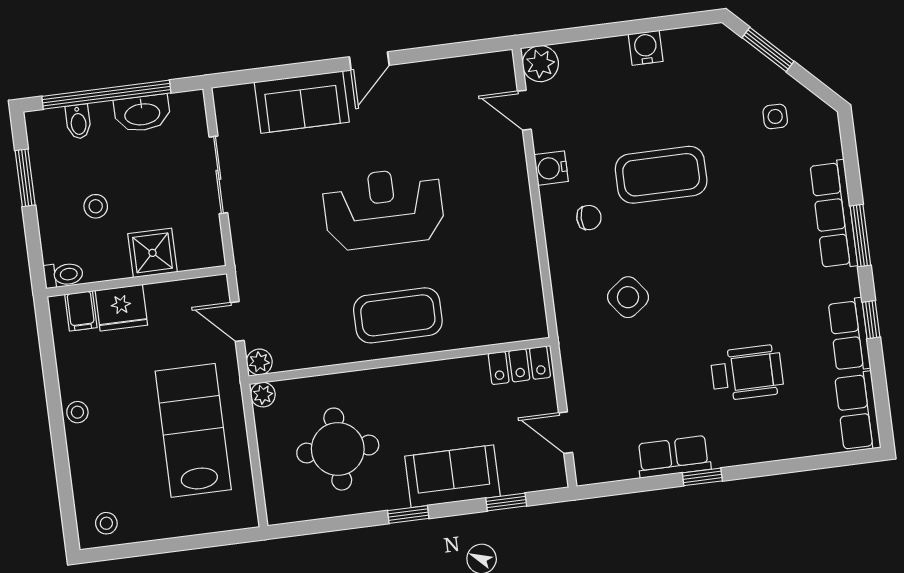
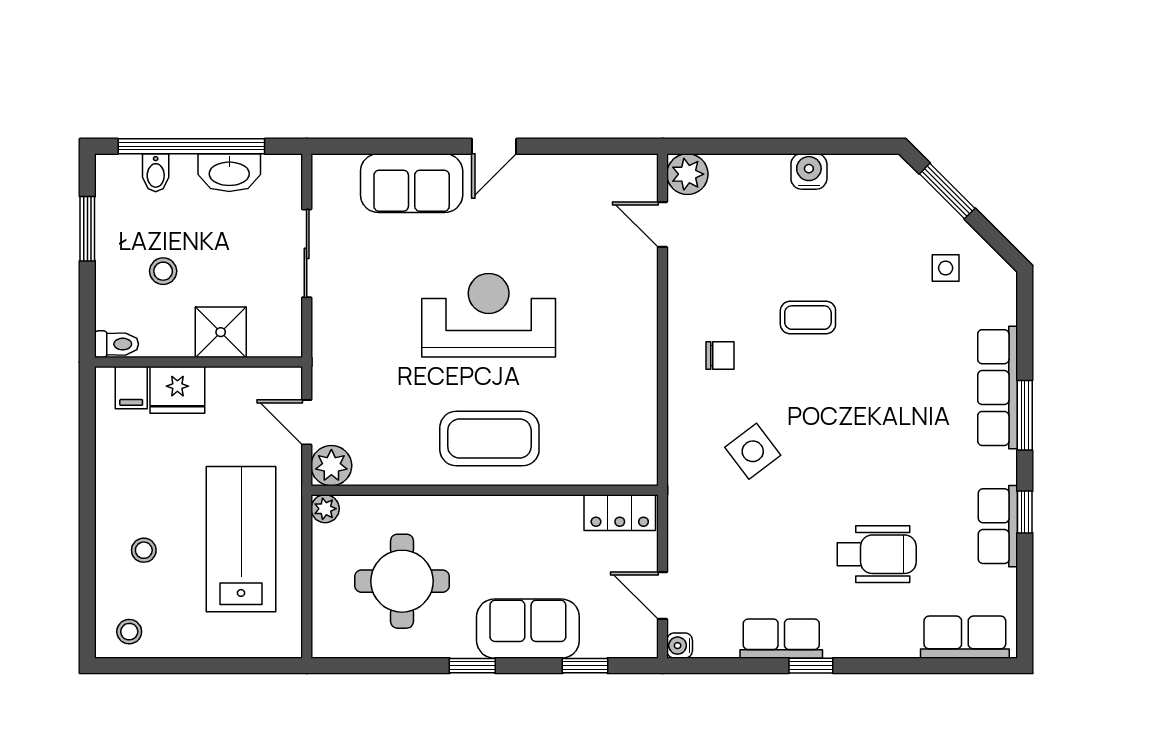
water cooler: (551, 168) -> (680, 646), moved, width x0.72, depth x0.72
coffee table: (661, 175) -> (808, 318), width x0.54, depth x0.58
plant: (259, 362) -> (331, 466), width x1.38, depth x1.38
row of seats: (858, 411) -> (965, 637), moved, turned 90
stool: (77, 412) -> (144, 550), moved

